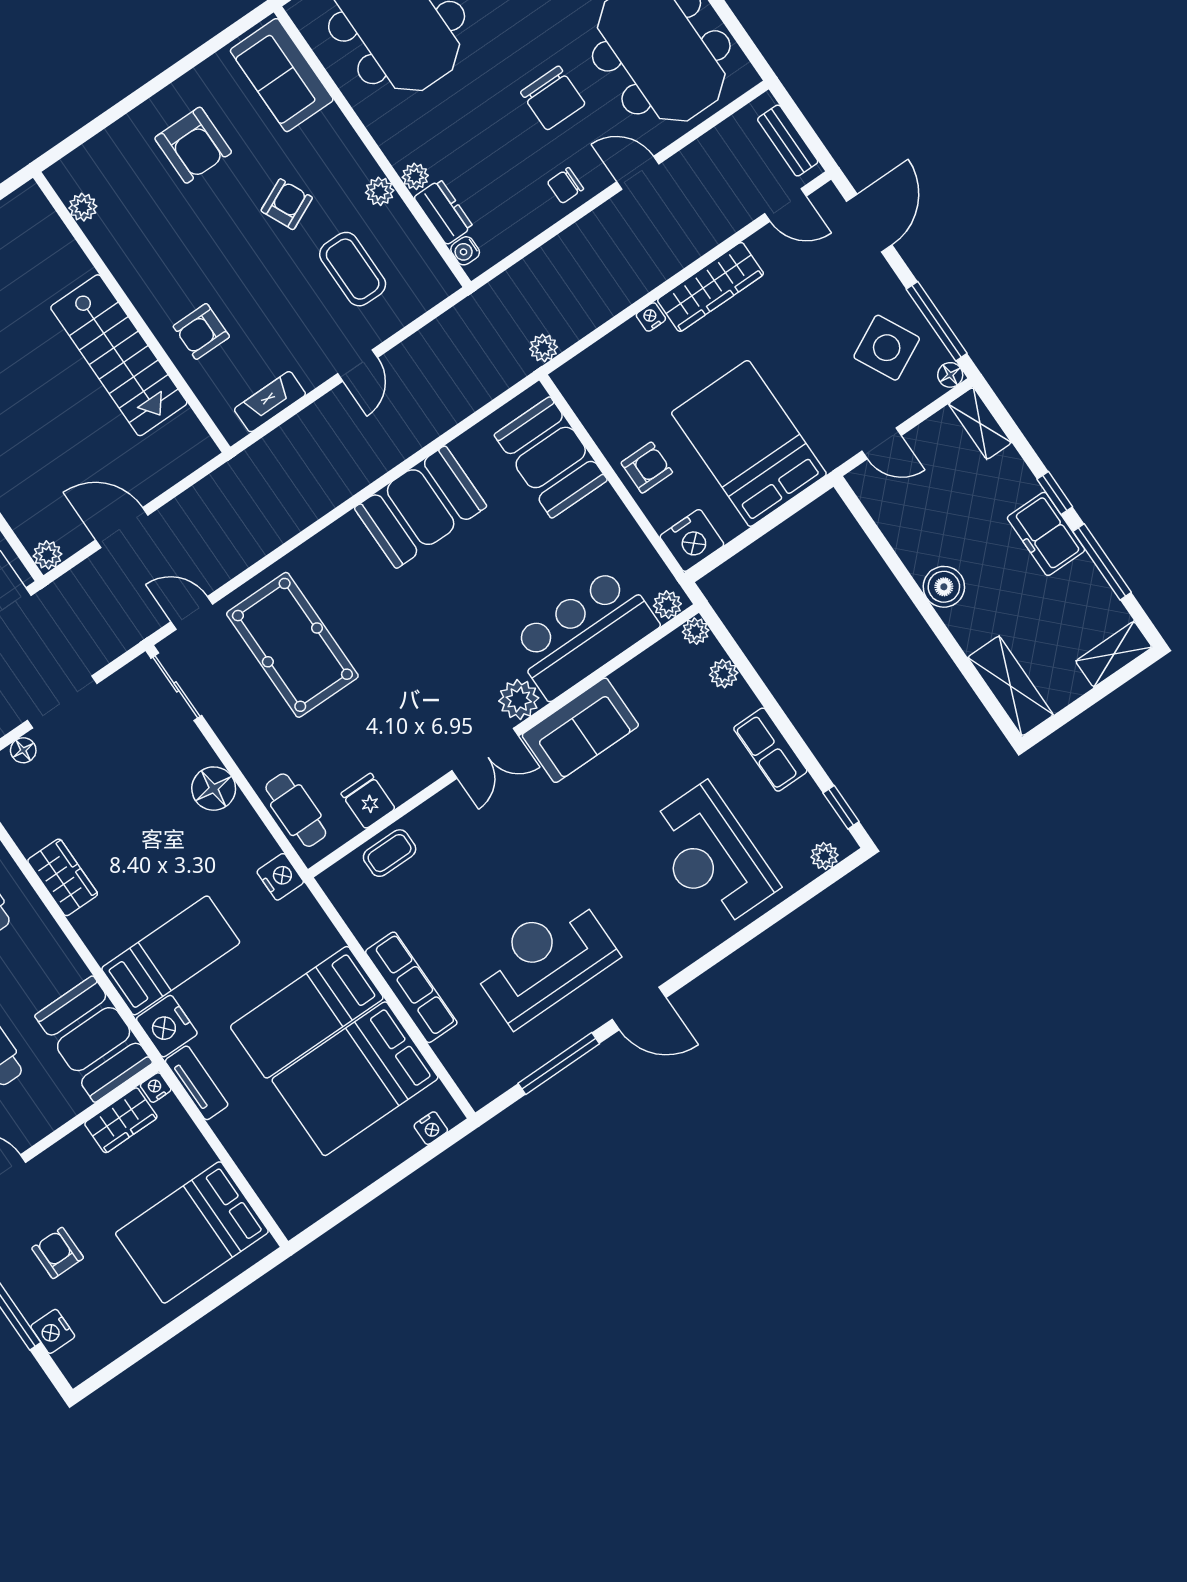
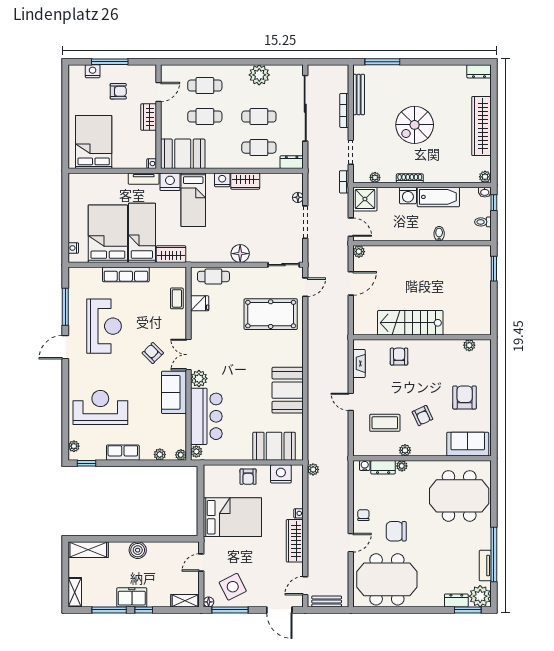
armchair: (193, 145) -> (465, 397), turned 90
nightstand: (692, 540) -> (281, 474), moved, turned 90
armchair: (531, 826) -> (153, 353), added
nightstand: (280, 877) -> (222, 180), moved, turned 180
wardrobe: (309, 925) -> (171, 254), added
wardrobe: (121, 1120) -> (149, 117), moved

